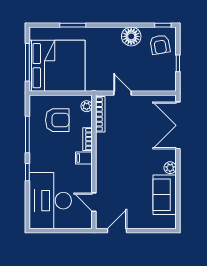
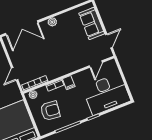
armchair: (57, 120) -> (50, 111), turned 96
sofa: (165, 195) -> (92, 23), moved, turned 90
door: (117, 231) -> (109, 41), swing flipped

